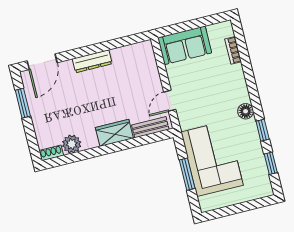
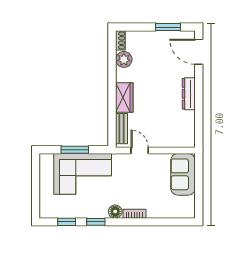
bookcase: (233, 50) -> (134, 214), moved

